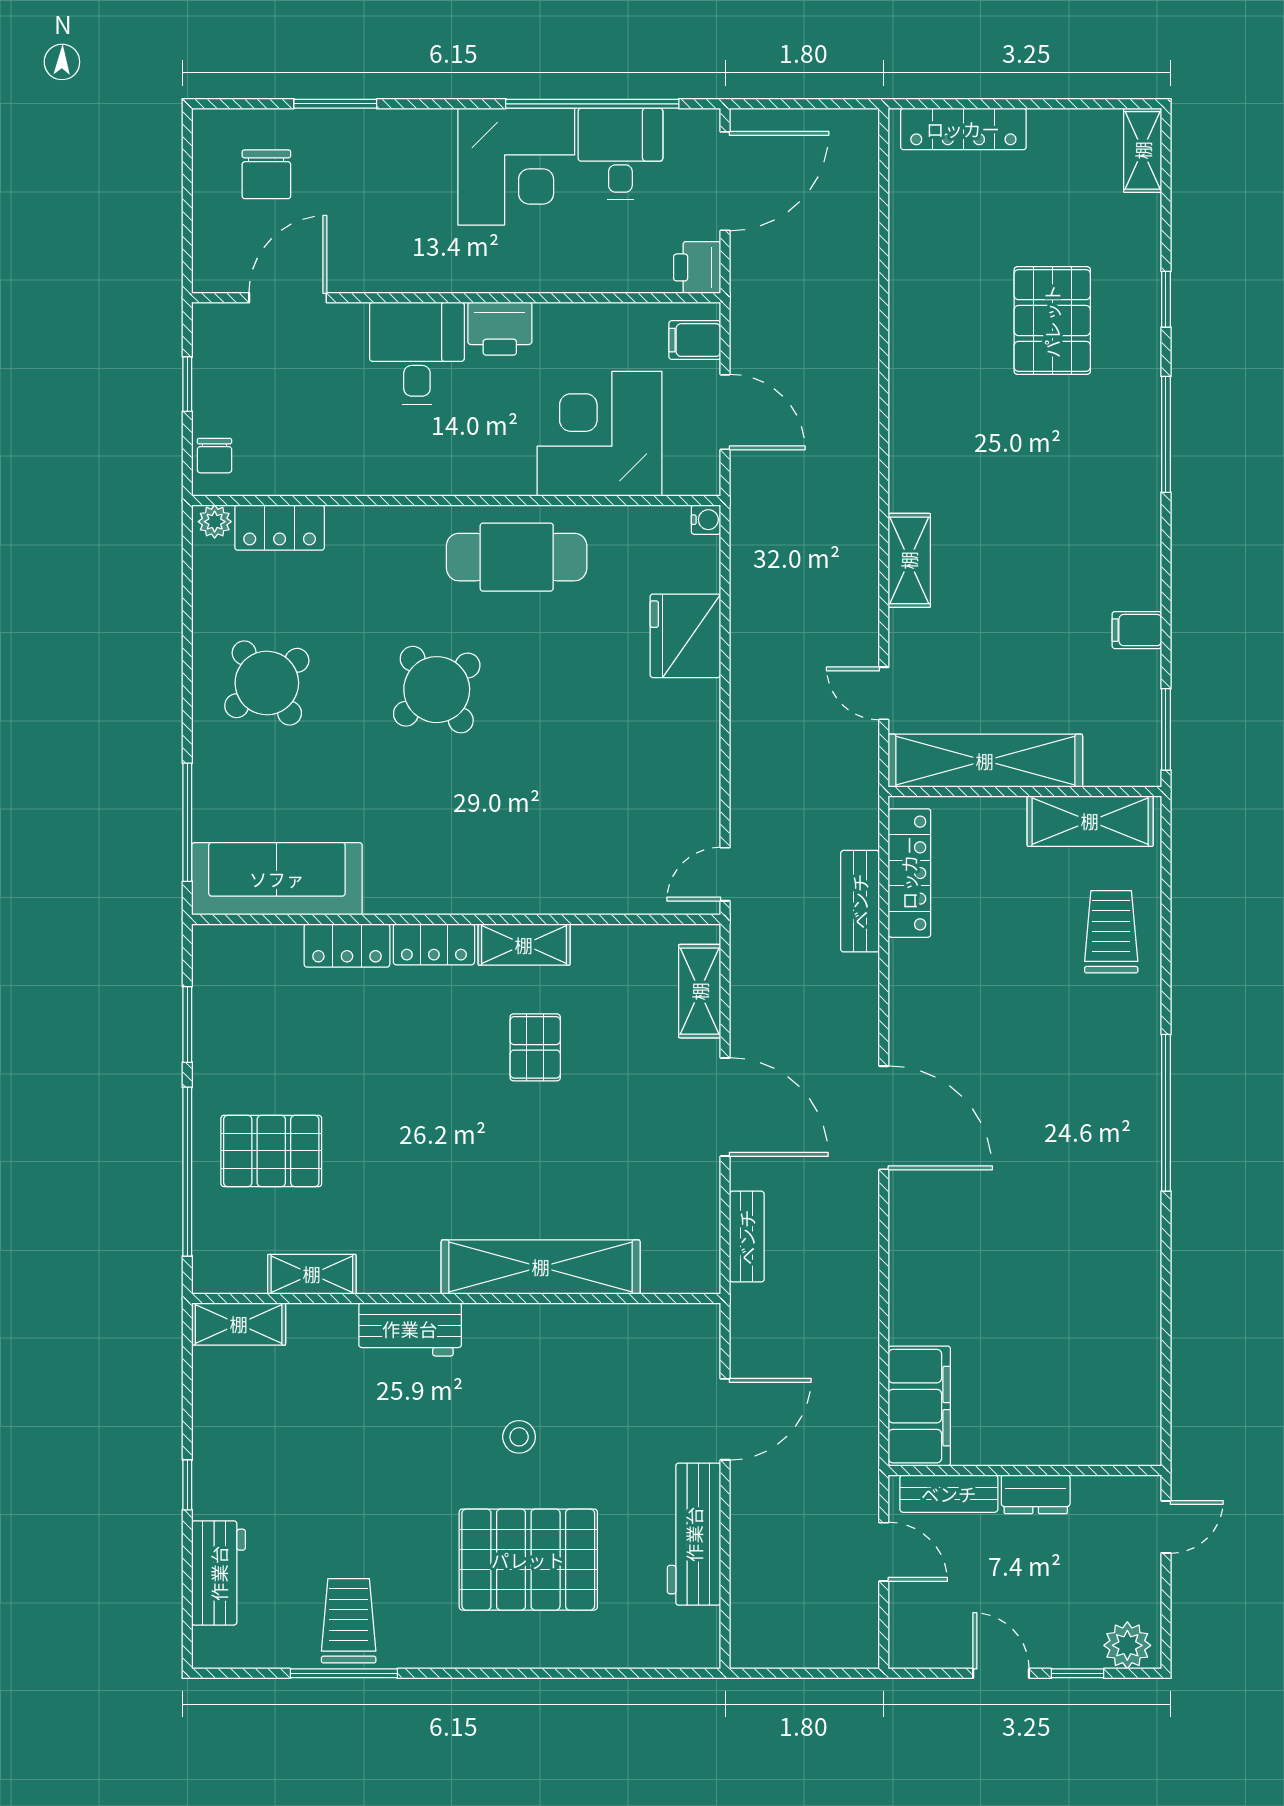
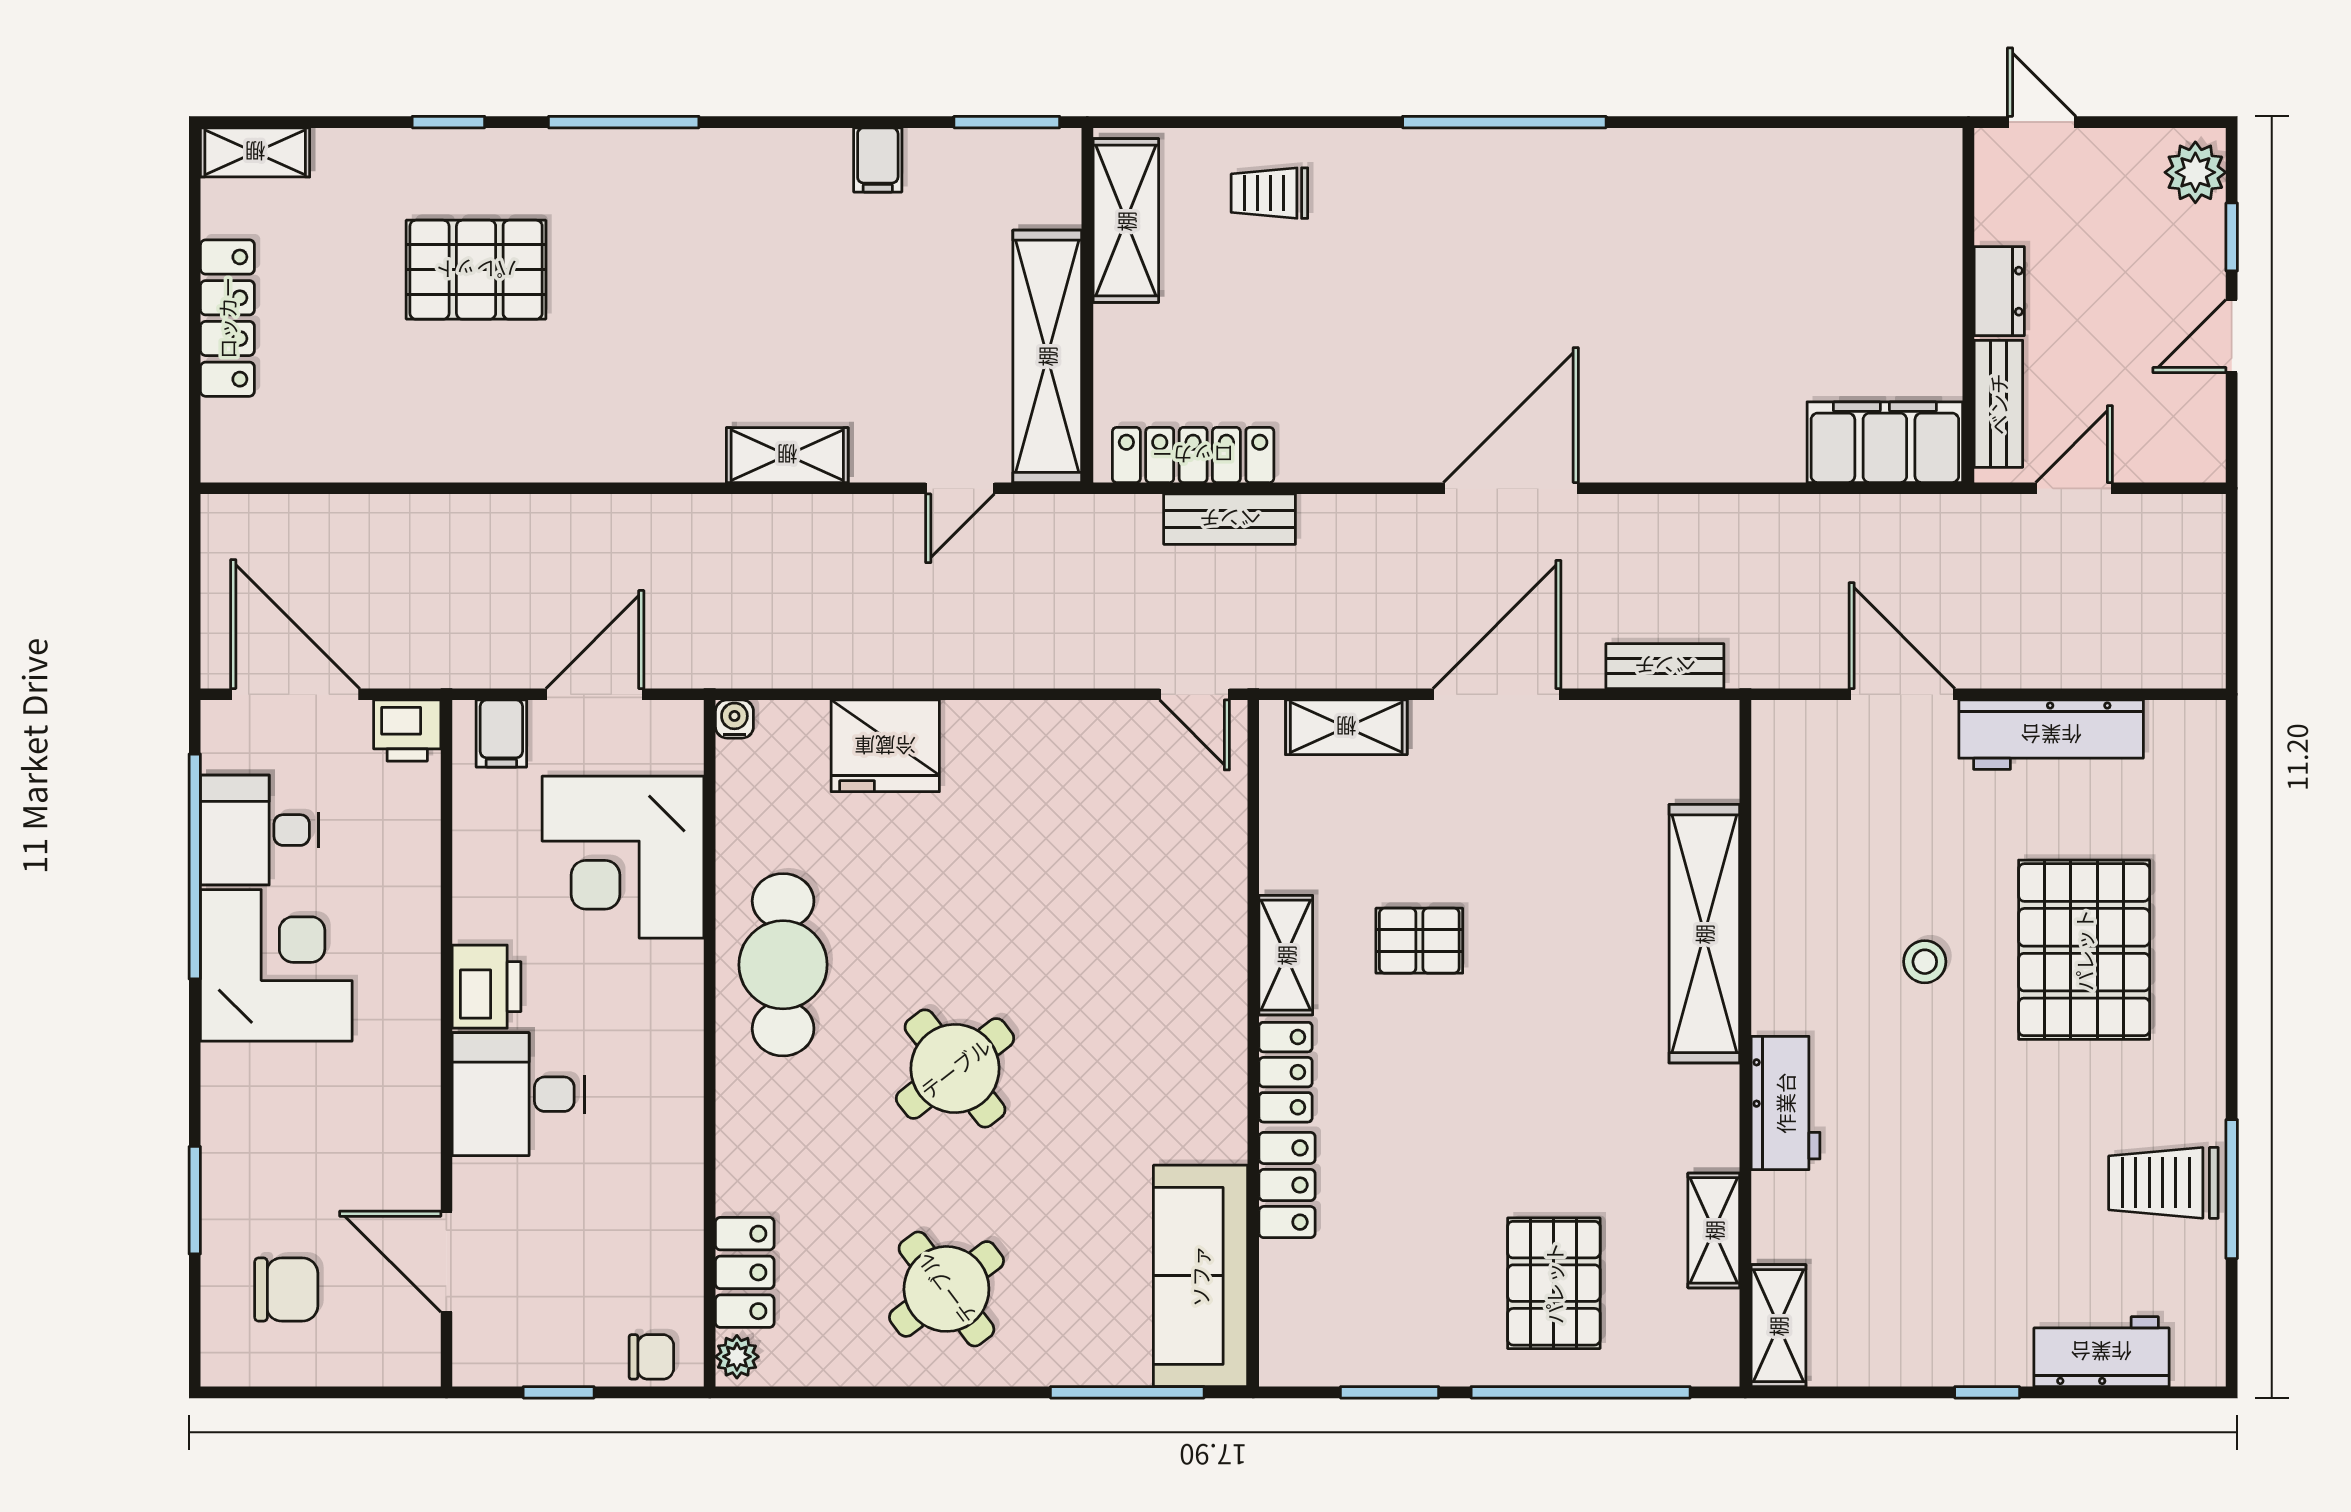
locker: (963, 129) -> (227, 318), moved
trolley: (1111, 932) -> (1269, 193), width x0.73, depth x0.72

